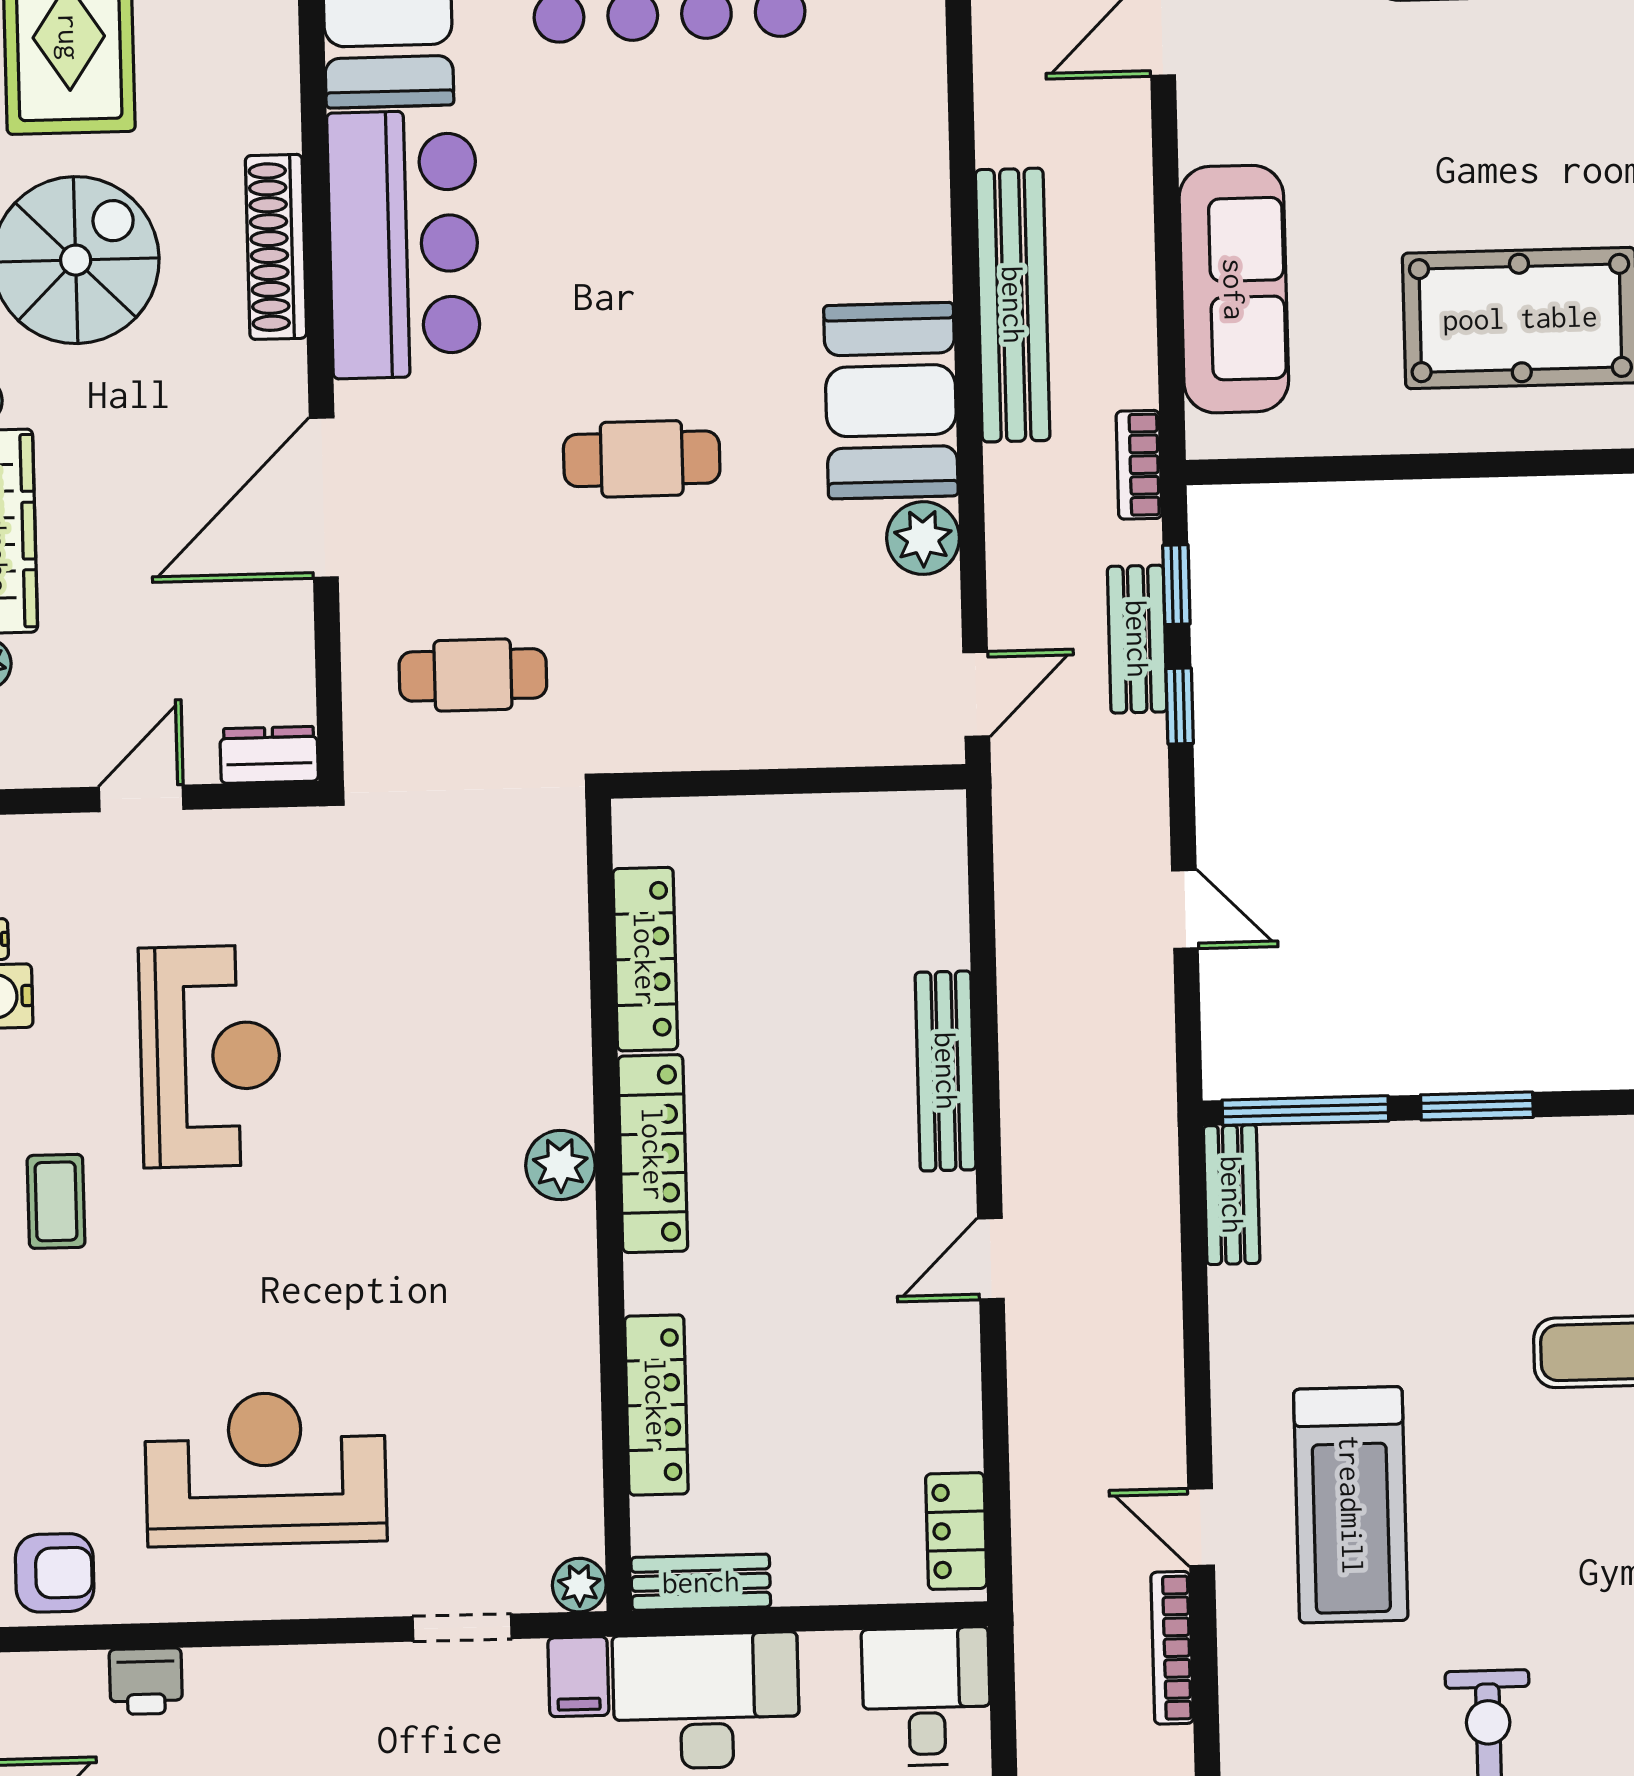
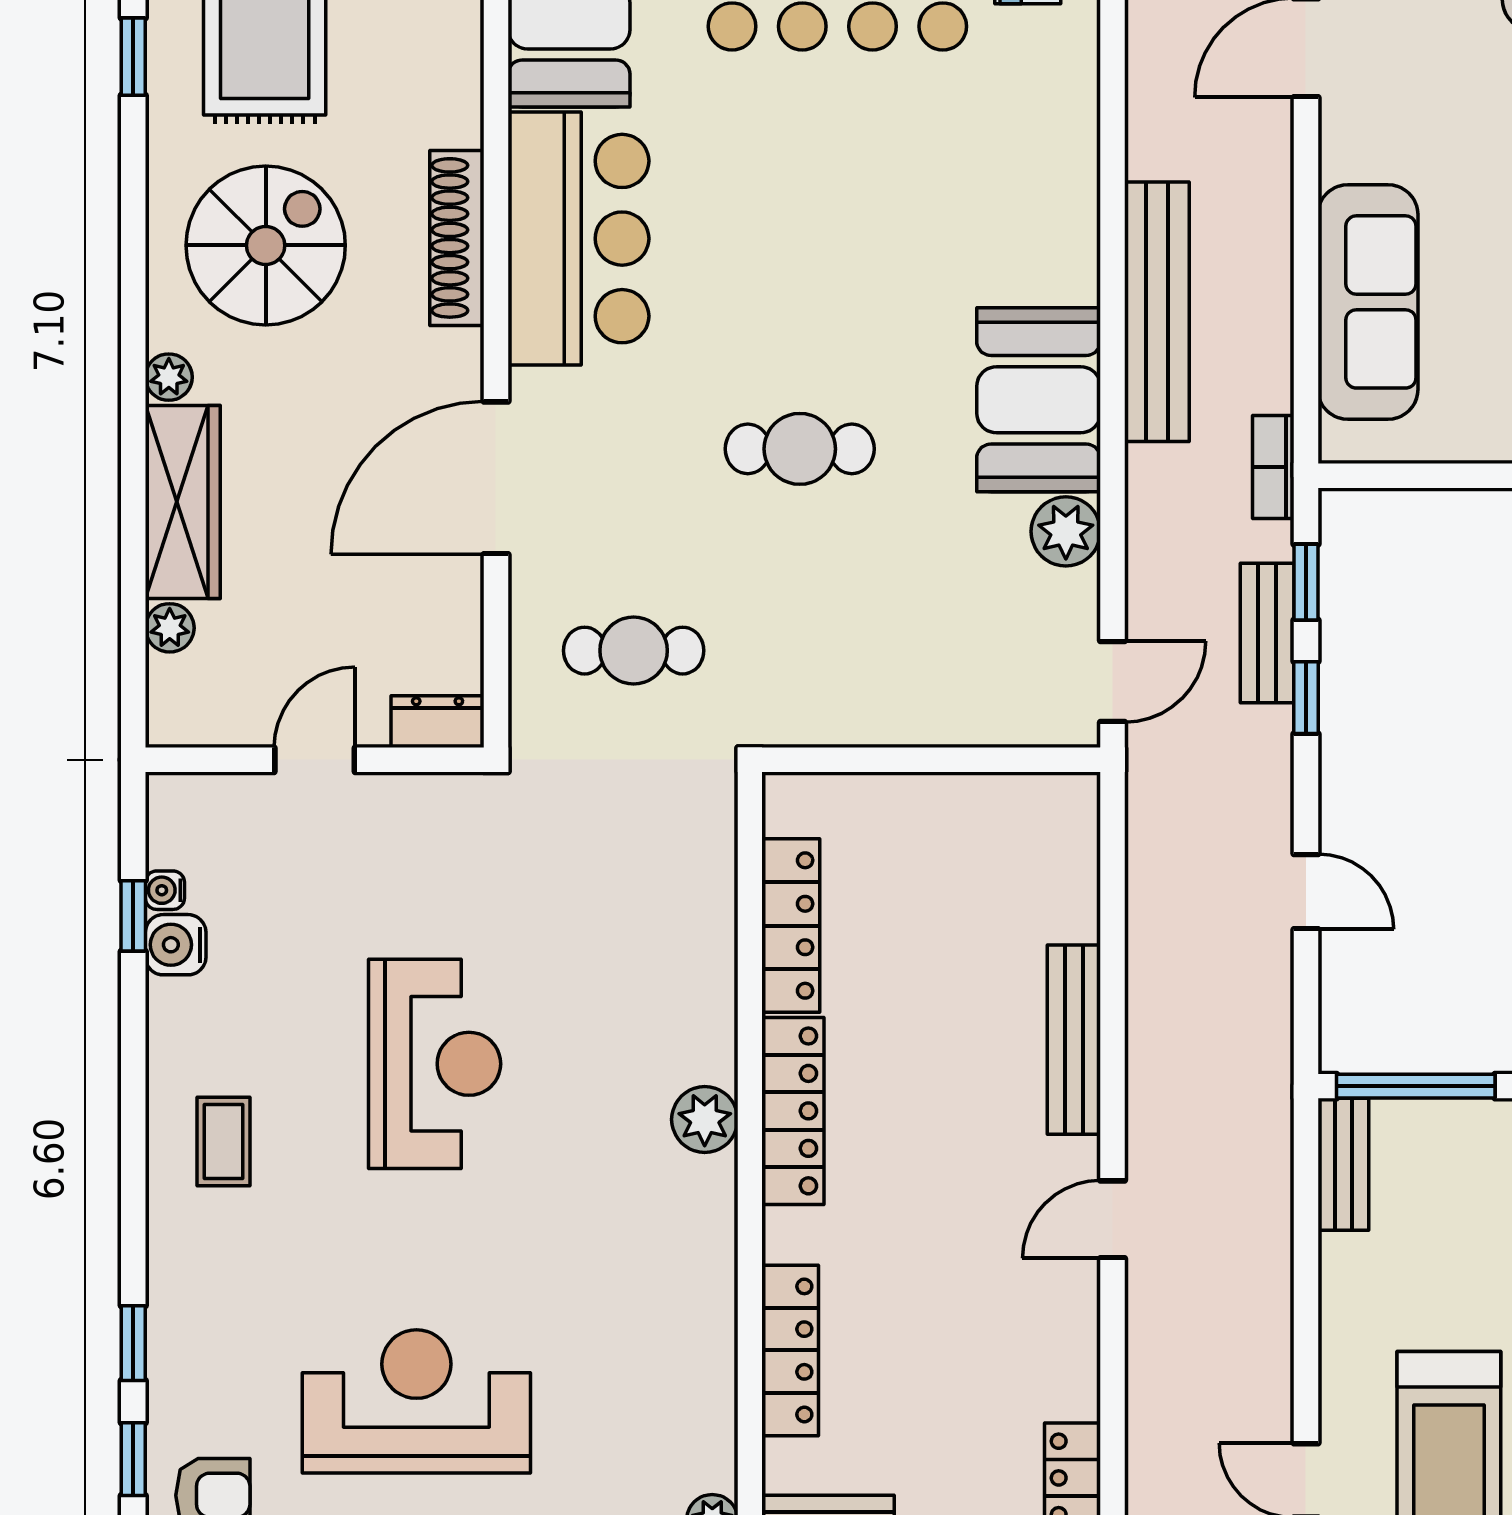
reception desk: (210, 1056) -> (435, 1064), moved

